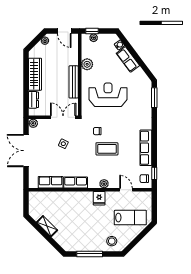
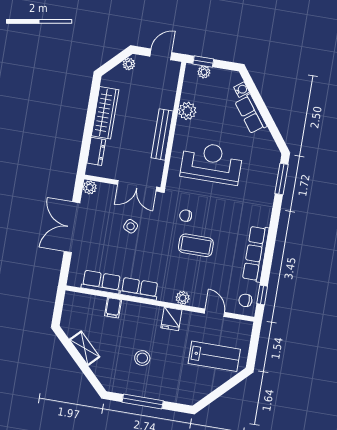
door: (64, 31) -> (161, 54), swing flipped
double door: (63, 117) -> (137, 186), swing flipped
filing cabinet: (61, 197) -> (113, 308), added
stool: (112, 241) -> (142, 358), moved

